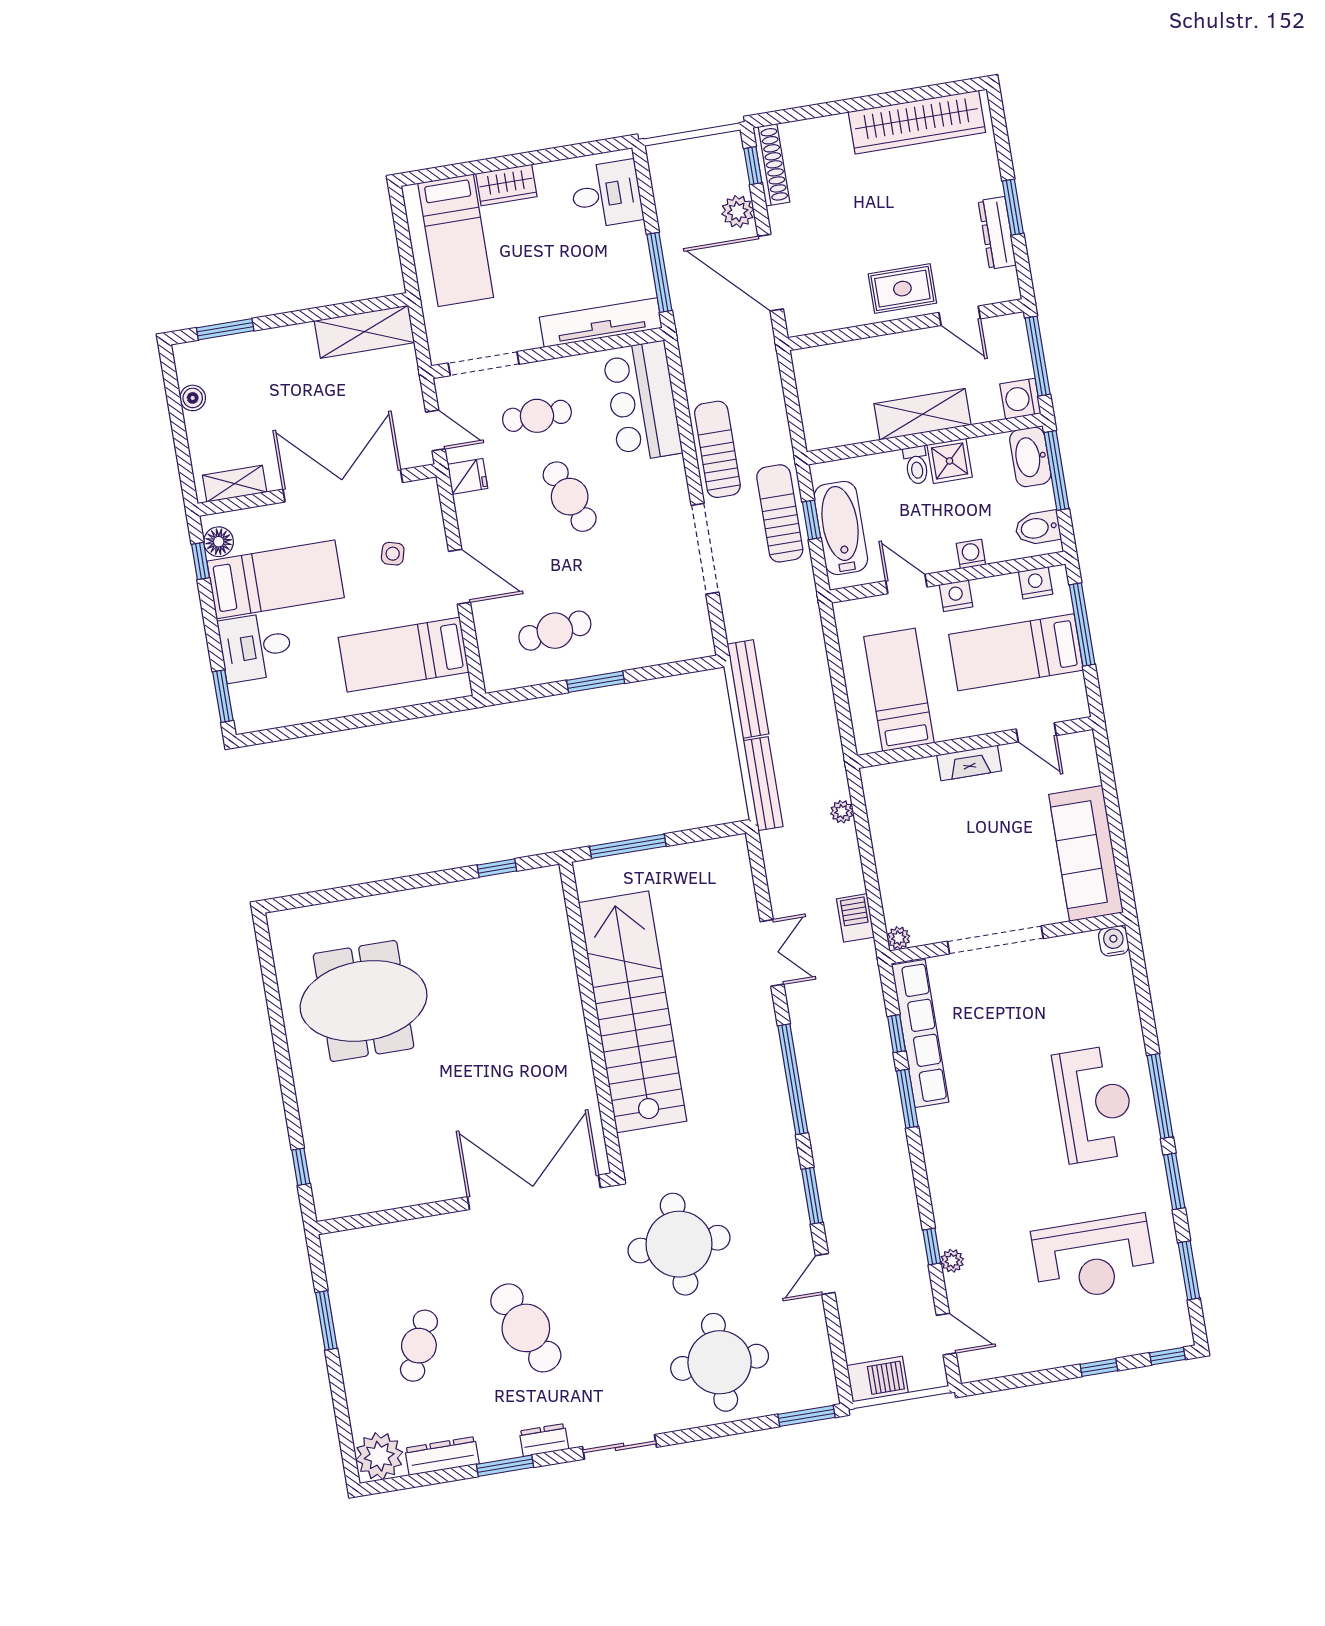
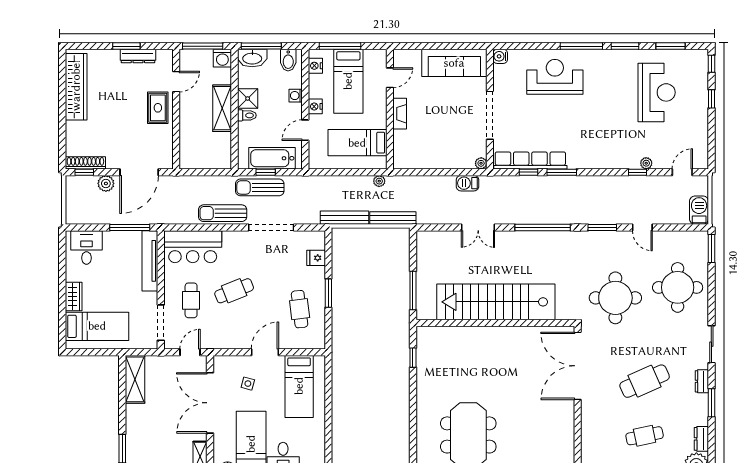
fridge: (467, 476) -> (316, 258), moved, turned -90
plant: (842, 812) -> (379, 181), moved
double door: (772, 953) -> (478, 228), swing flipped
reception desk: (1095, 1104) -> (555, 77), moved
cafe table: (419, 1346) -> (645, 436), turned -36
dresser: (442, 1456) -> (701, 439), width x0.70

